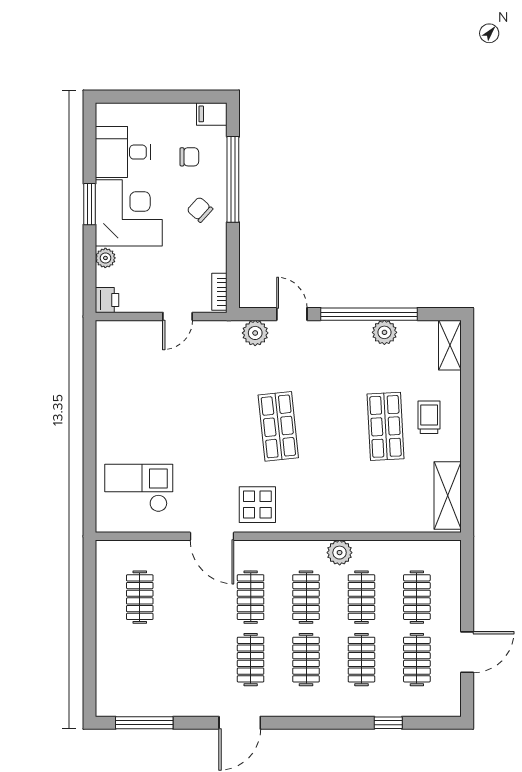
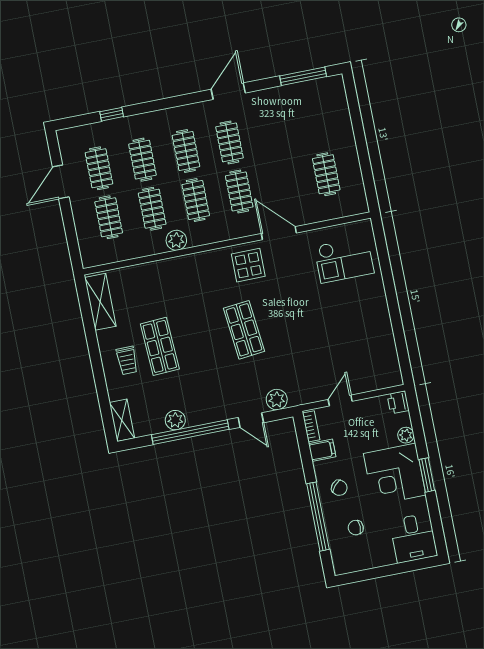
filing cabinet: (212, 114) -> (322, 450), moved
desk: (123, 152) -> (413, 538), moved, turned 90

